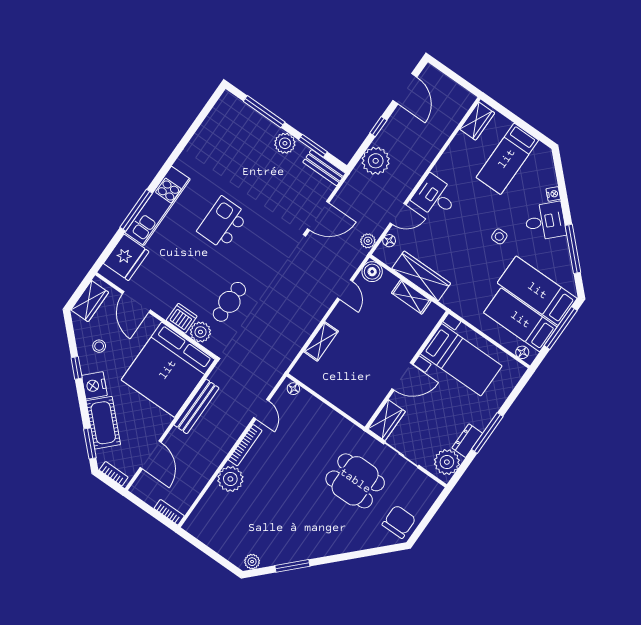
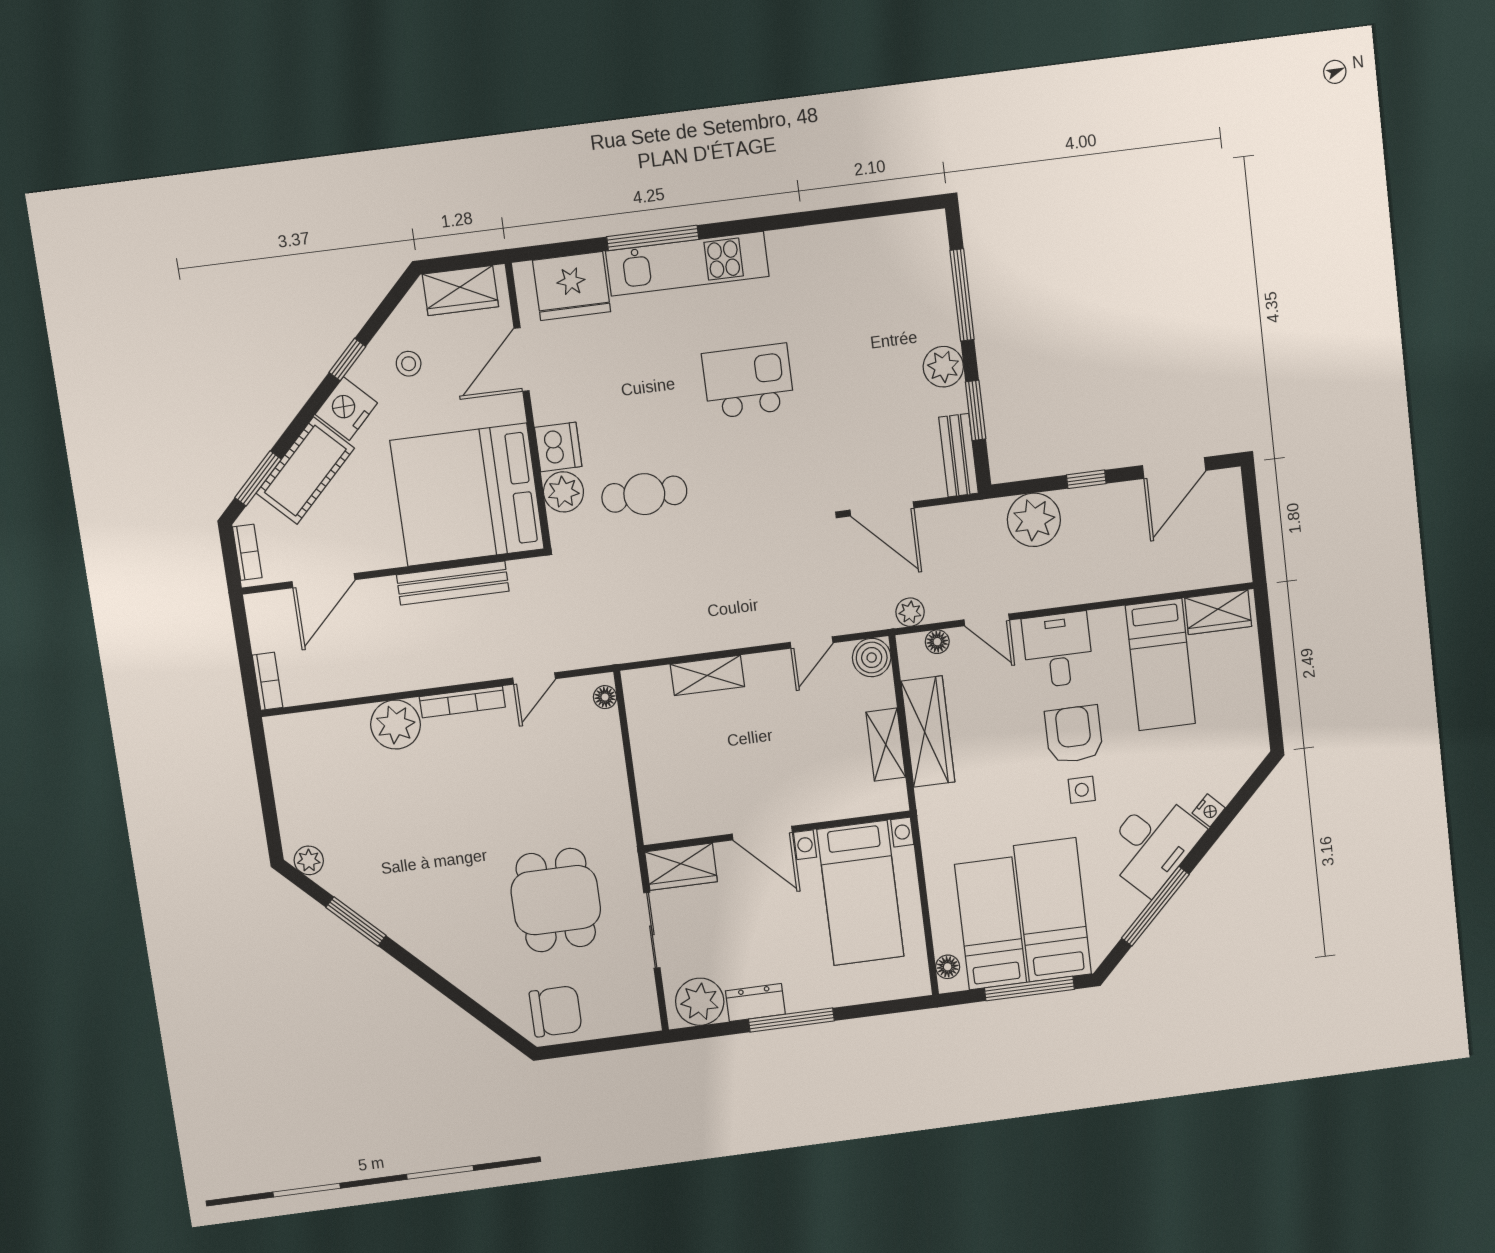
bed: (507, 159) -> (1160, 665), moved, turned -90
armchair: (474, 220) -> (1074, 734), added
desk: (545, 221) -> (1152, 843), width x1.37

